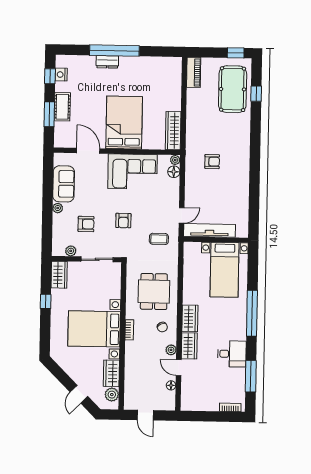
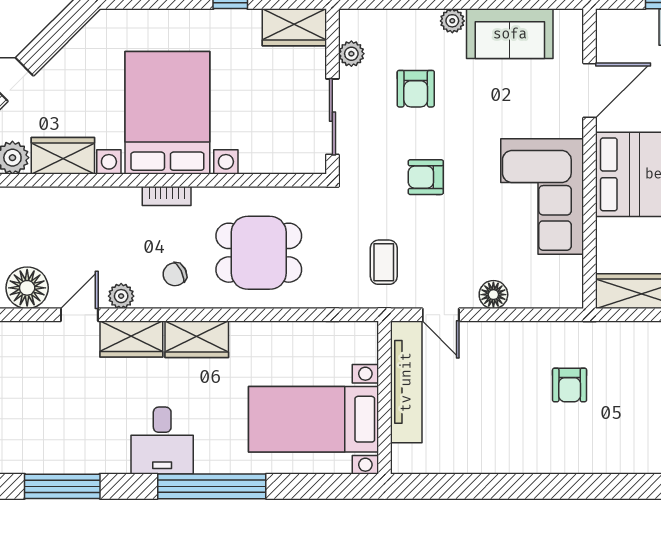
plant: (175, 160) -> (572, 297), removed
floor lamp: (174, 172) -> (493, 295), moved
desk: (232, 354) -> (162, 441), moved
floor lamp: (171, 385) -> (27, 288), width x1.89, depth x1.89

